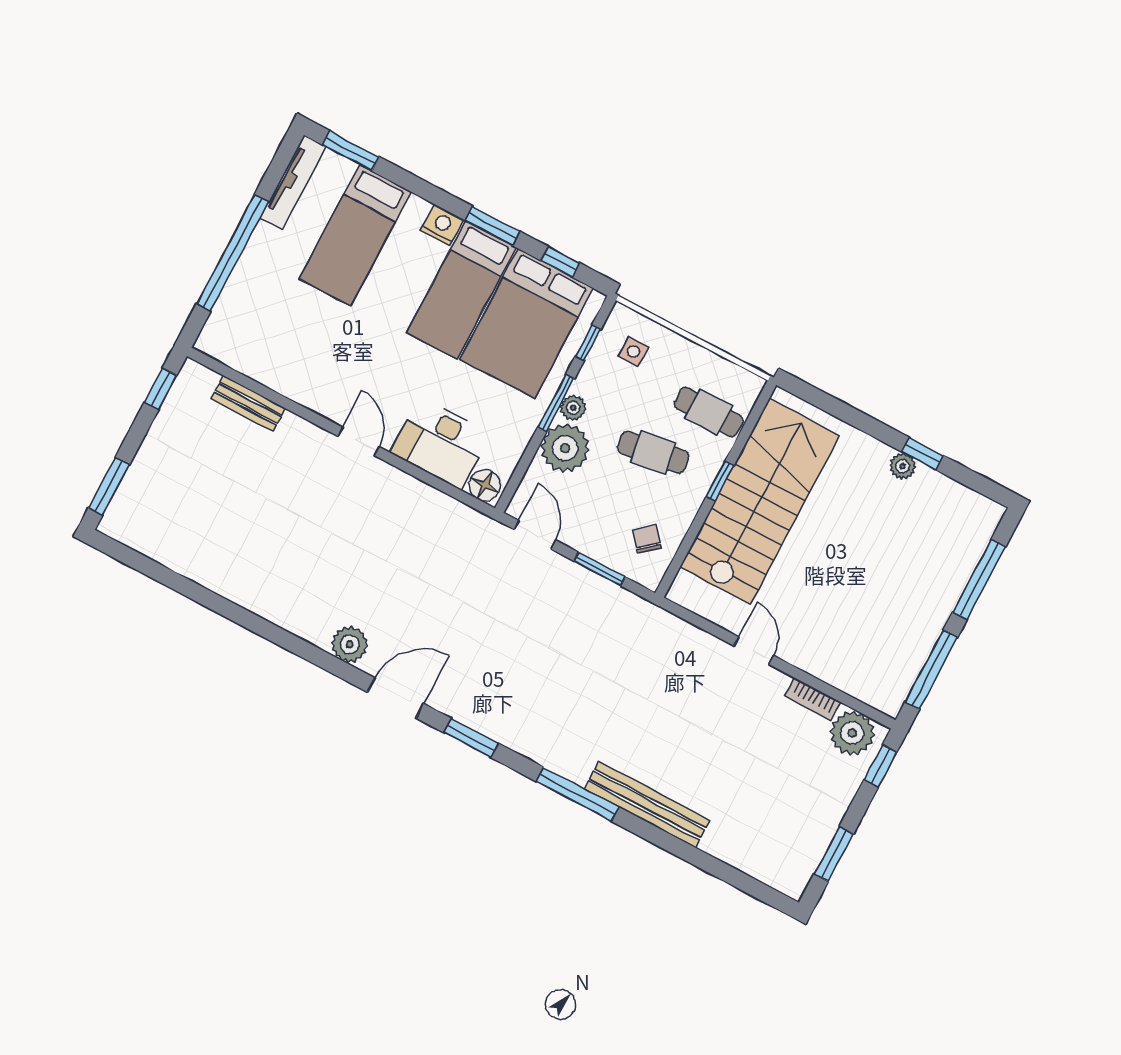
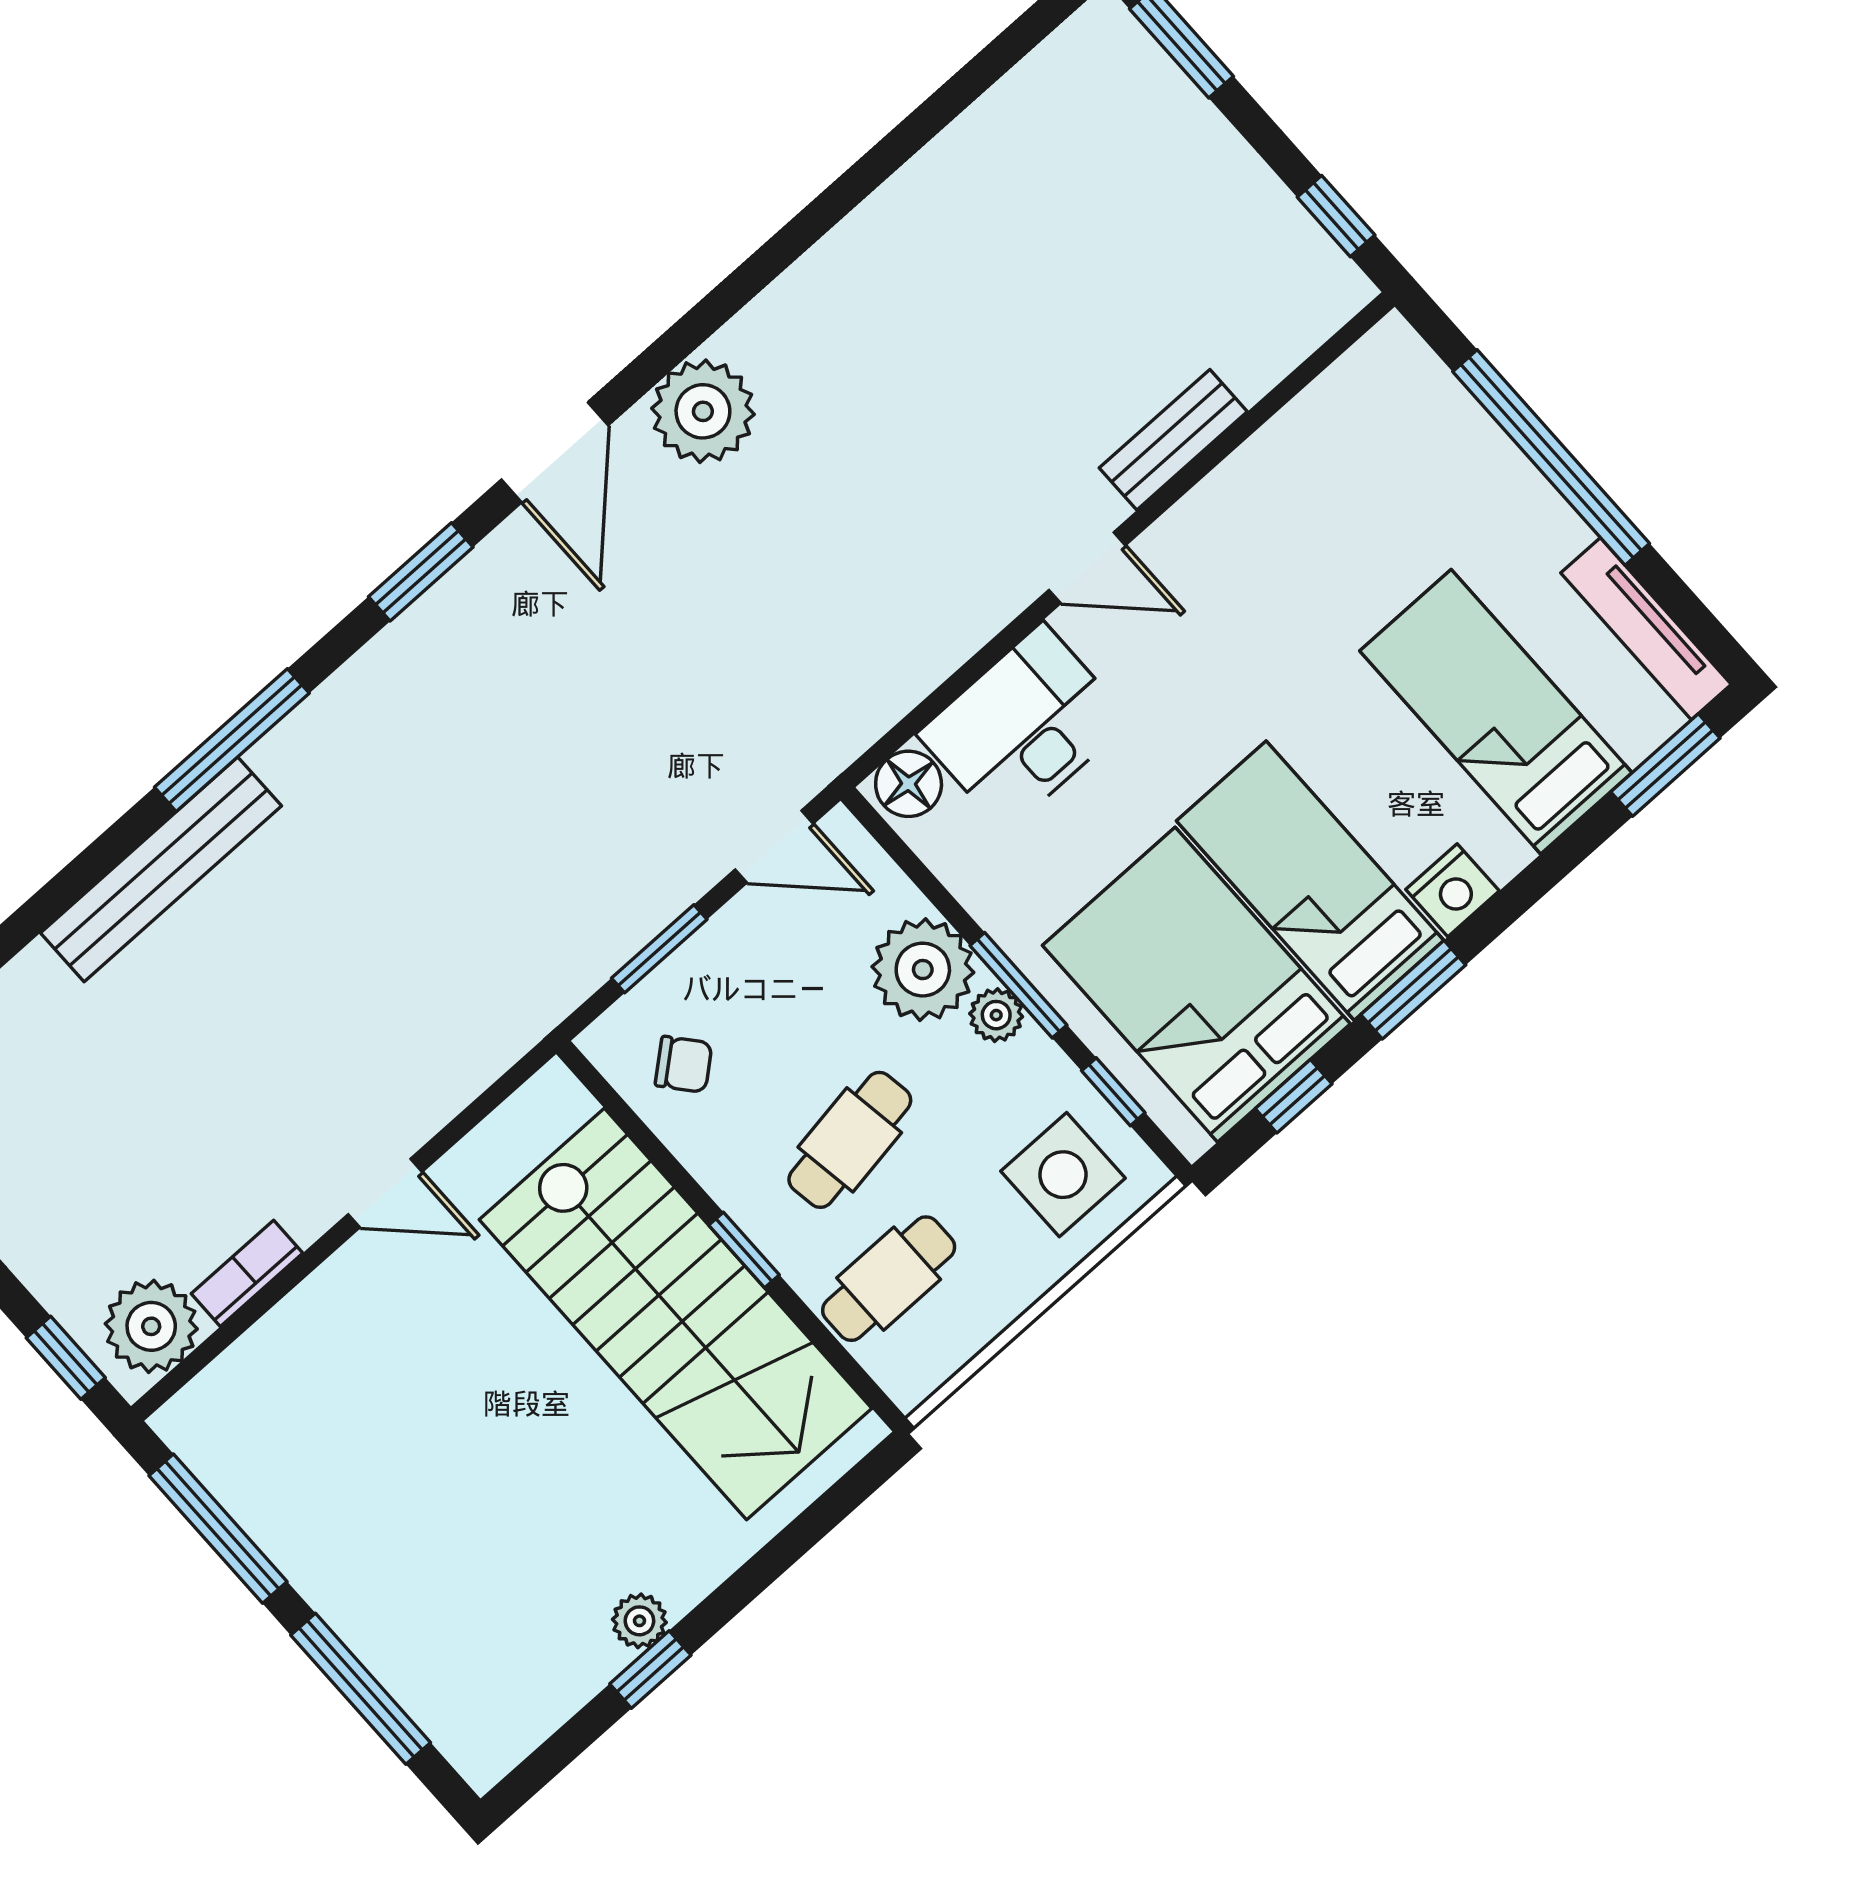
side table: (633, 352) -> (1063, 1175), width x1.87, depth x1.87
bench: (248, 403) -> (1173, 440), moved
plant: (350, 644) -> (703, 411), width x1.36, depth x1.36

